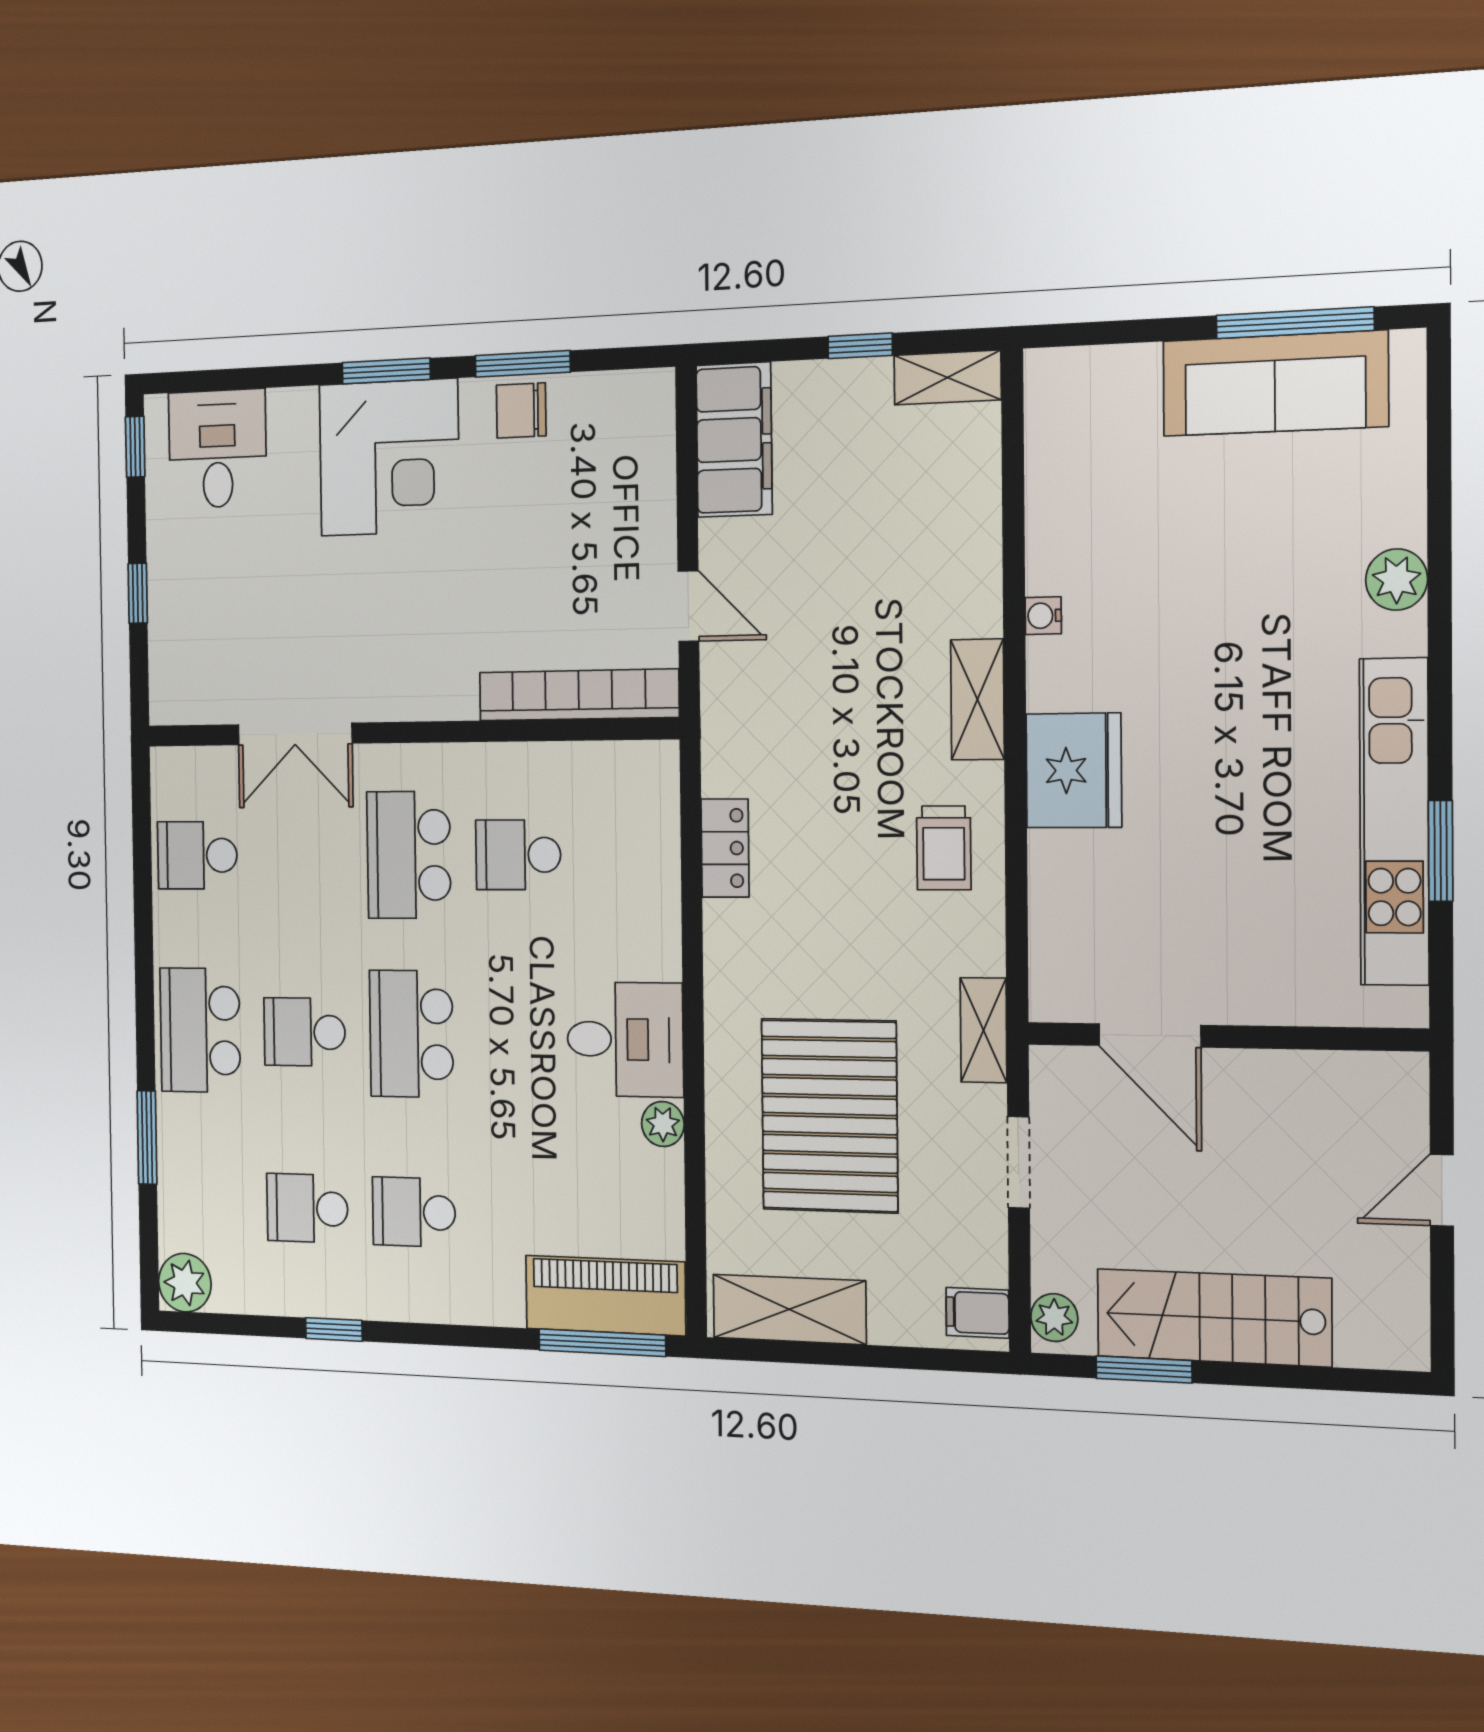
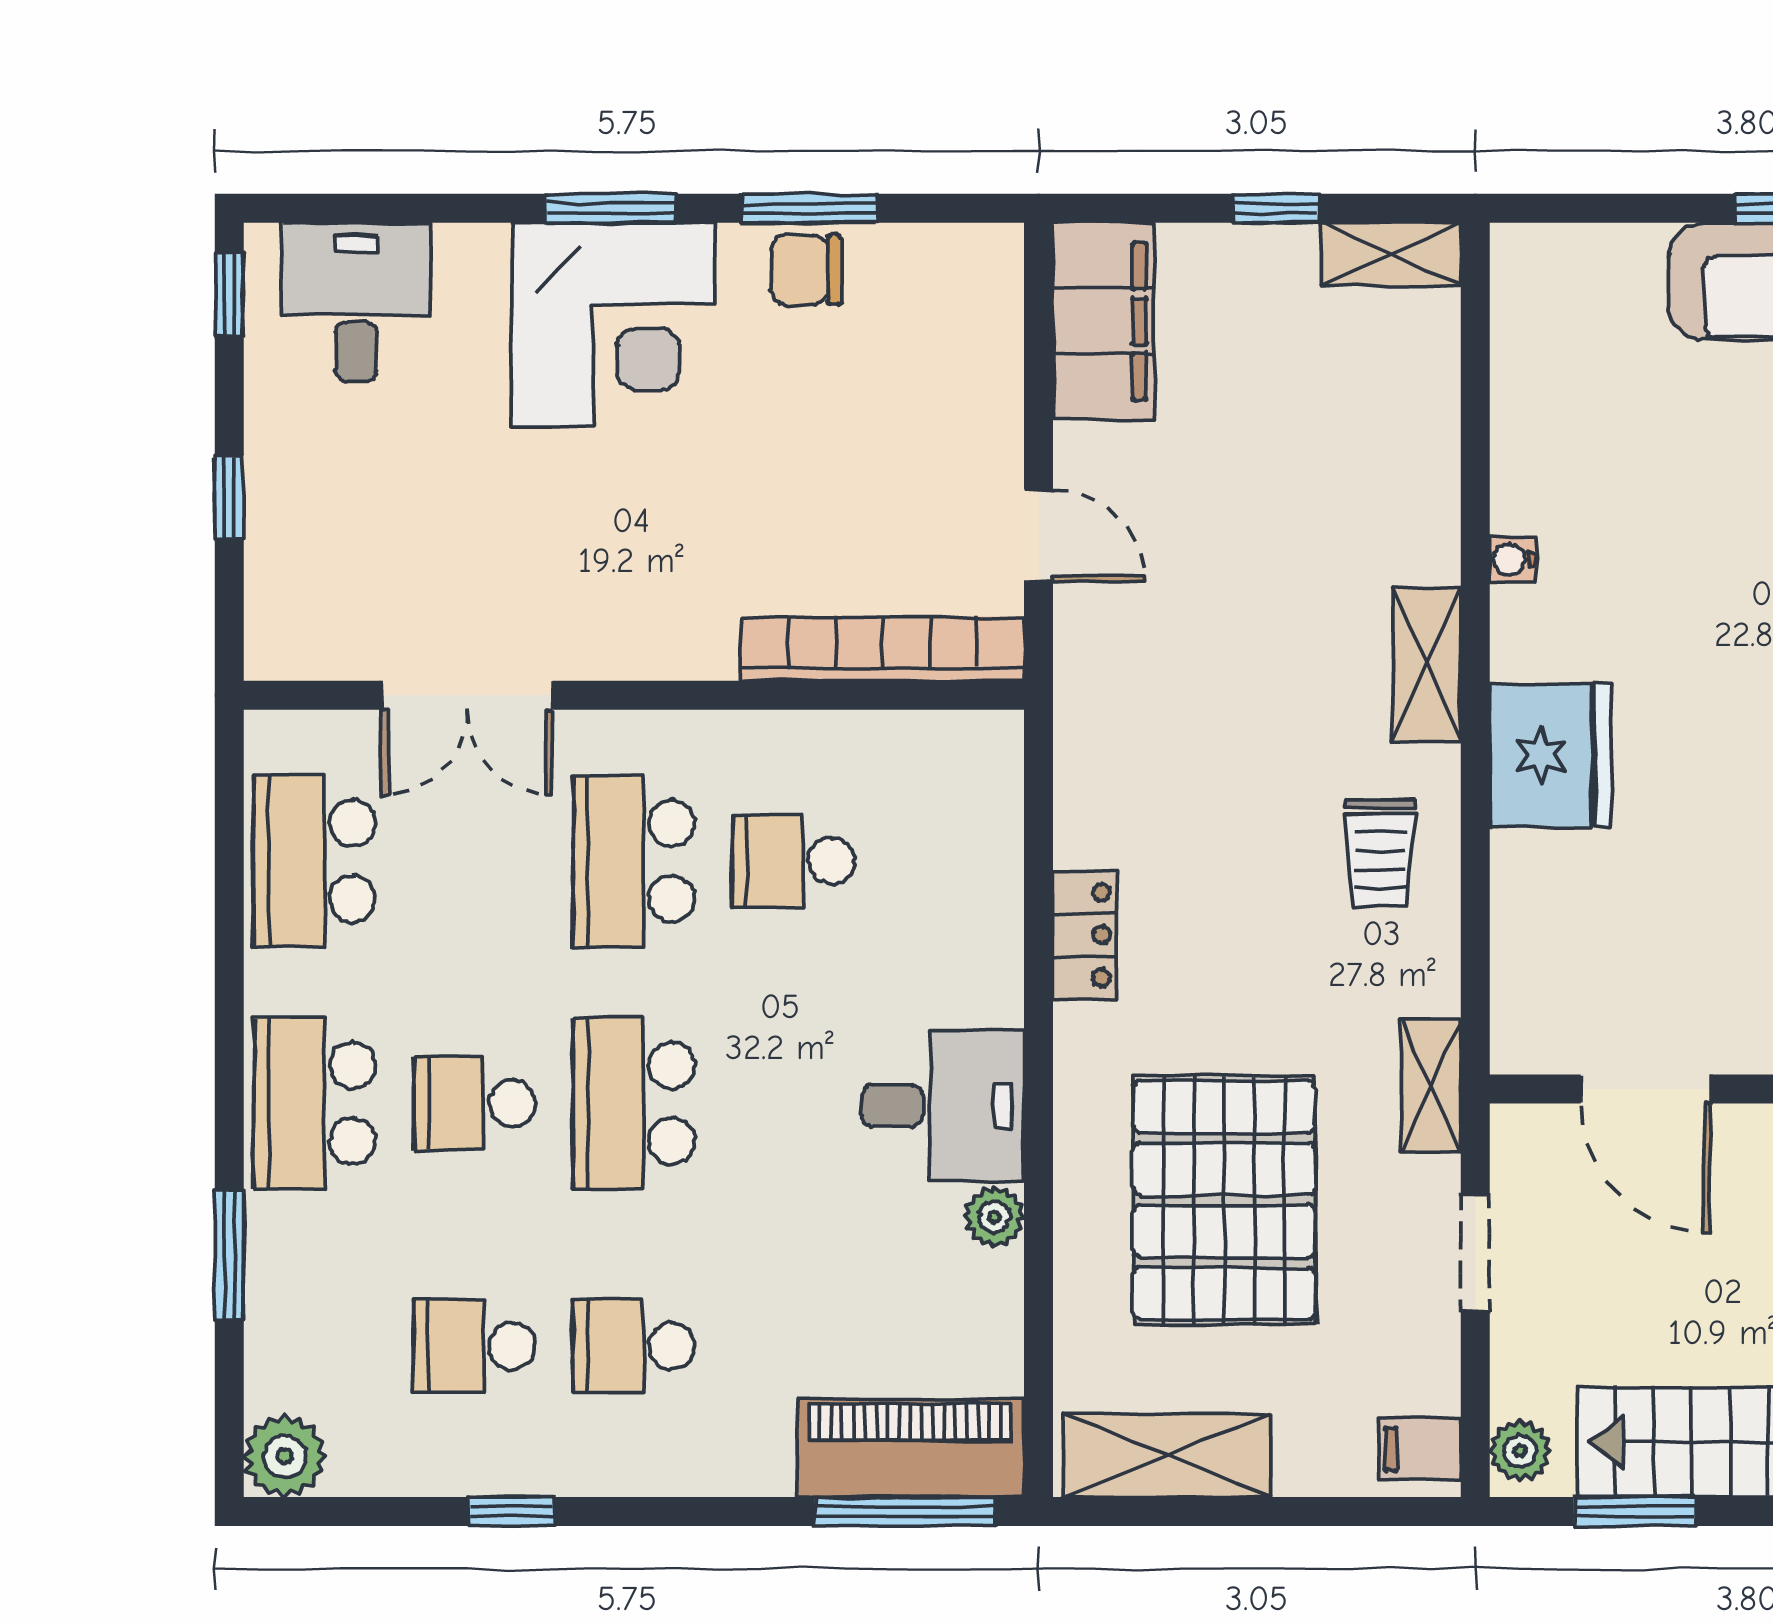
locker: (725, 848) -> (1085, 935), moved
school desk: (197, 855) -> (315, 861), width x1.85

